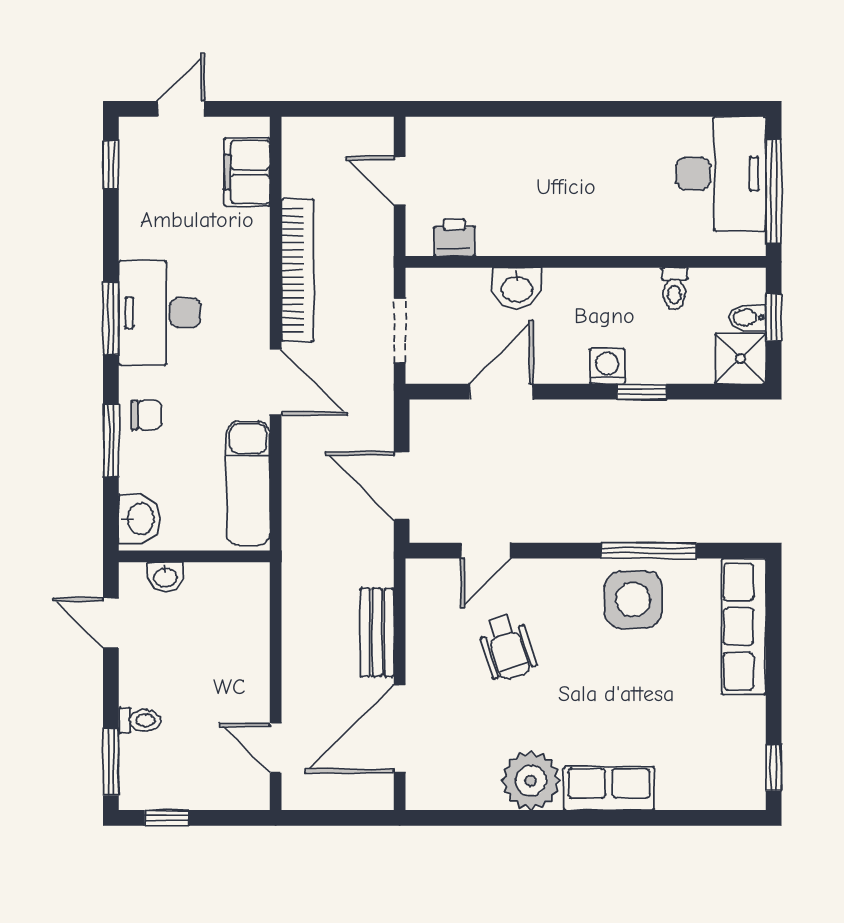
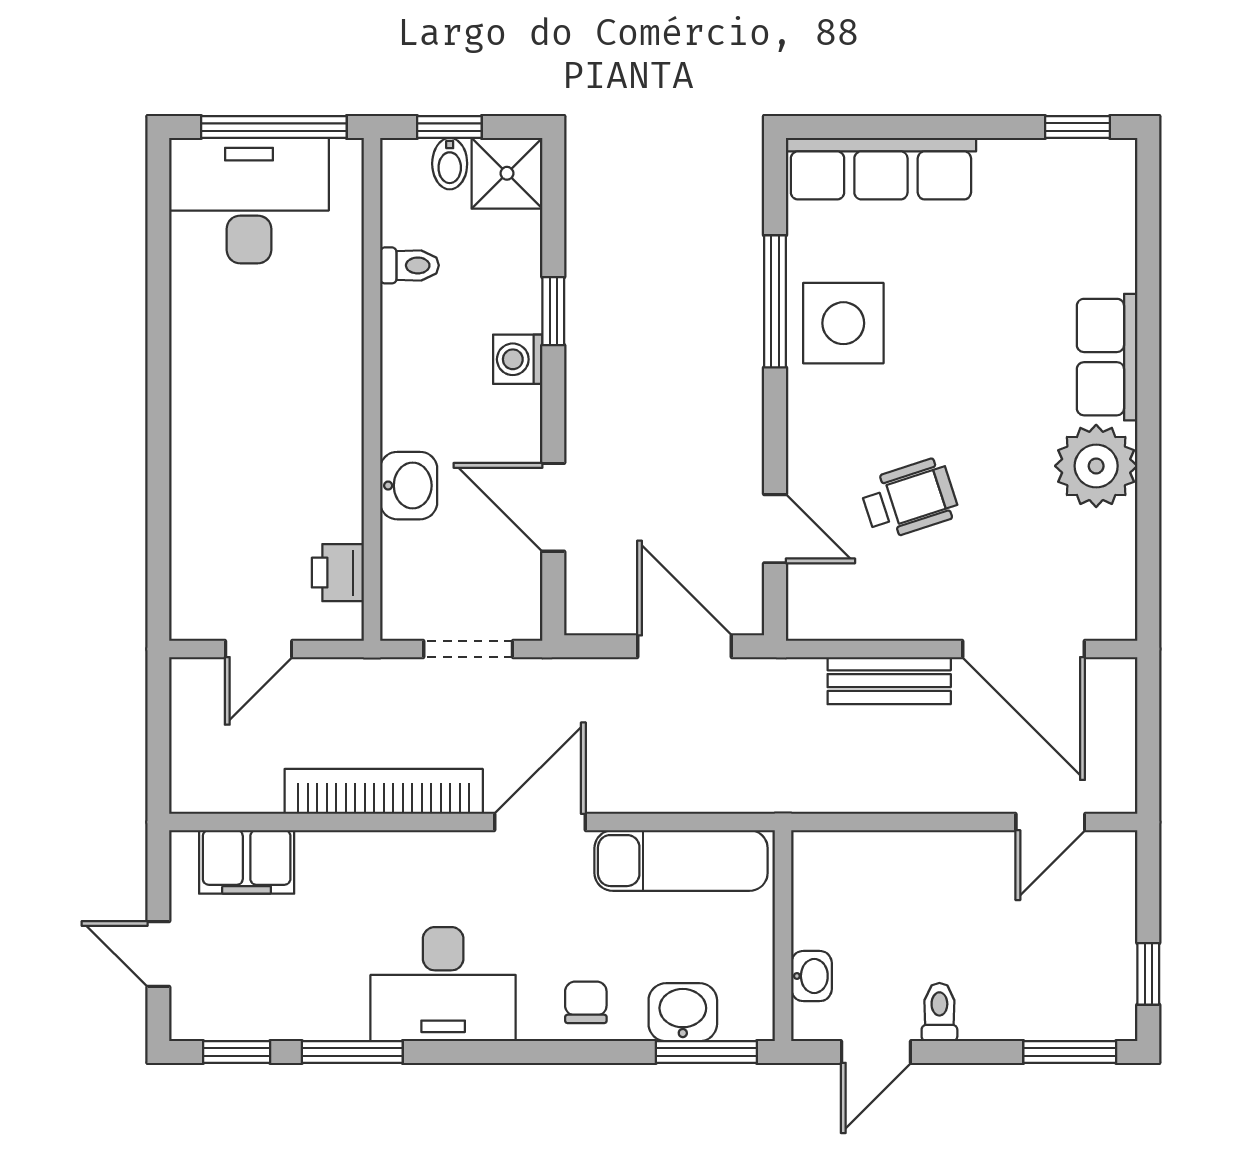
window: (111, 319) -> (352, 1052), moved
window: (111, 441) -> (706, 1052), moved
door: (402, 486) -> (684, 646), swing flipped
washbasin: (139, 519) -> (683, 1012), moved
toilet: (140, 720) -> (939, 1012), moved

